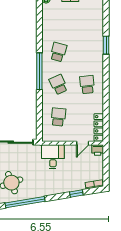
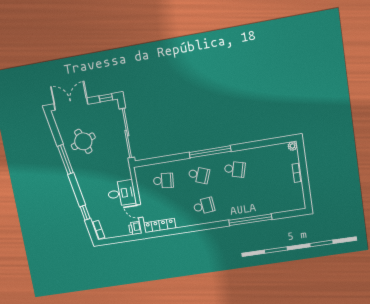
window: (106, 45) -> (250, 220), width x2.11
school desk: (58, 85) -> (199, 175), turned 45
desk: (53, 157) -> (122, 193), moved
window: (25, 202) -> (65, 159), width x0.68

